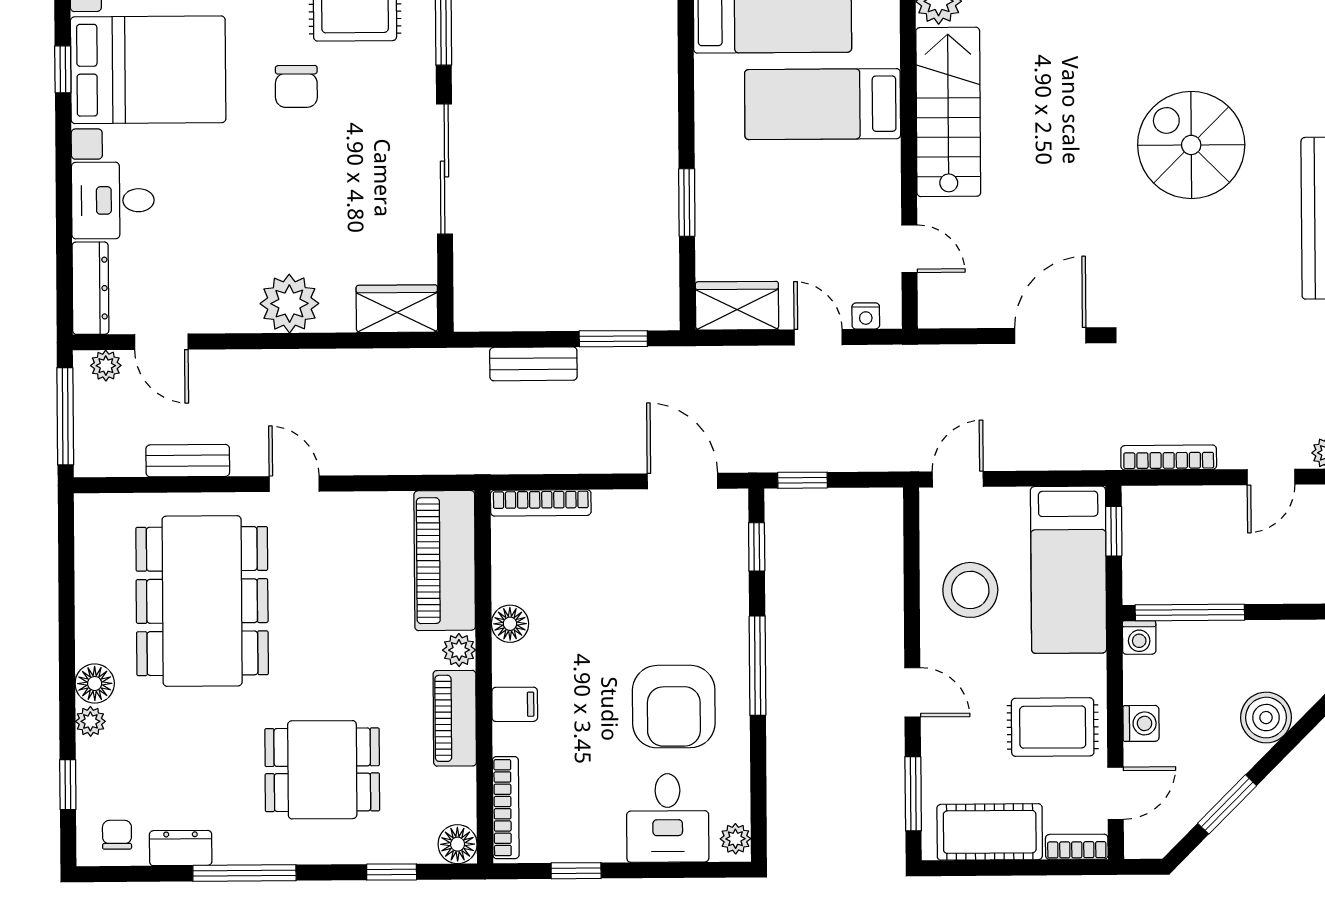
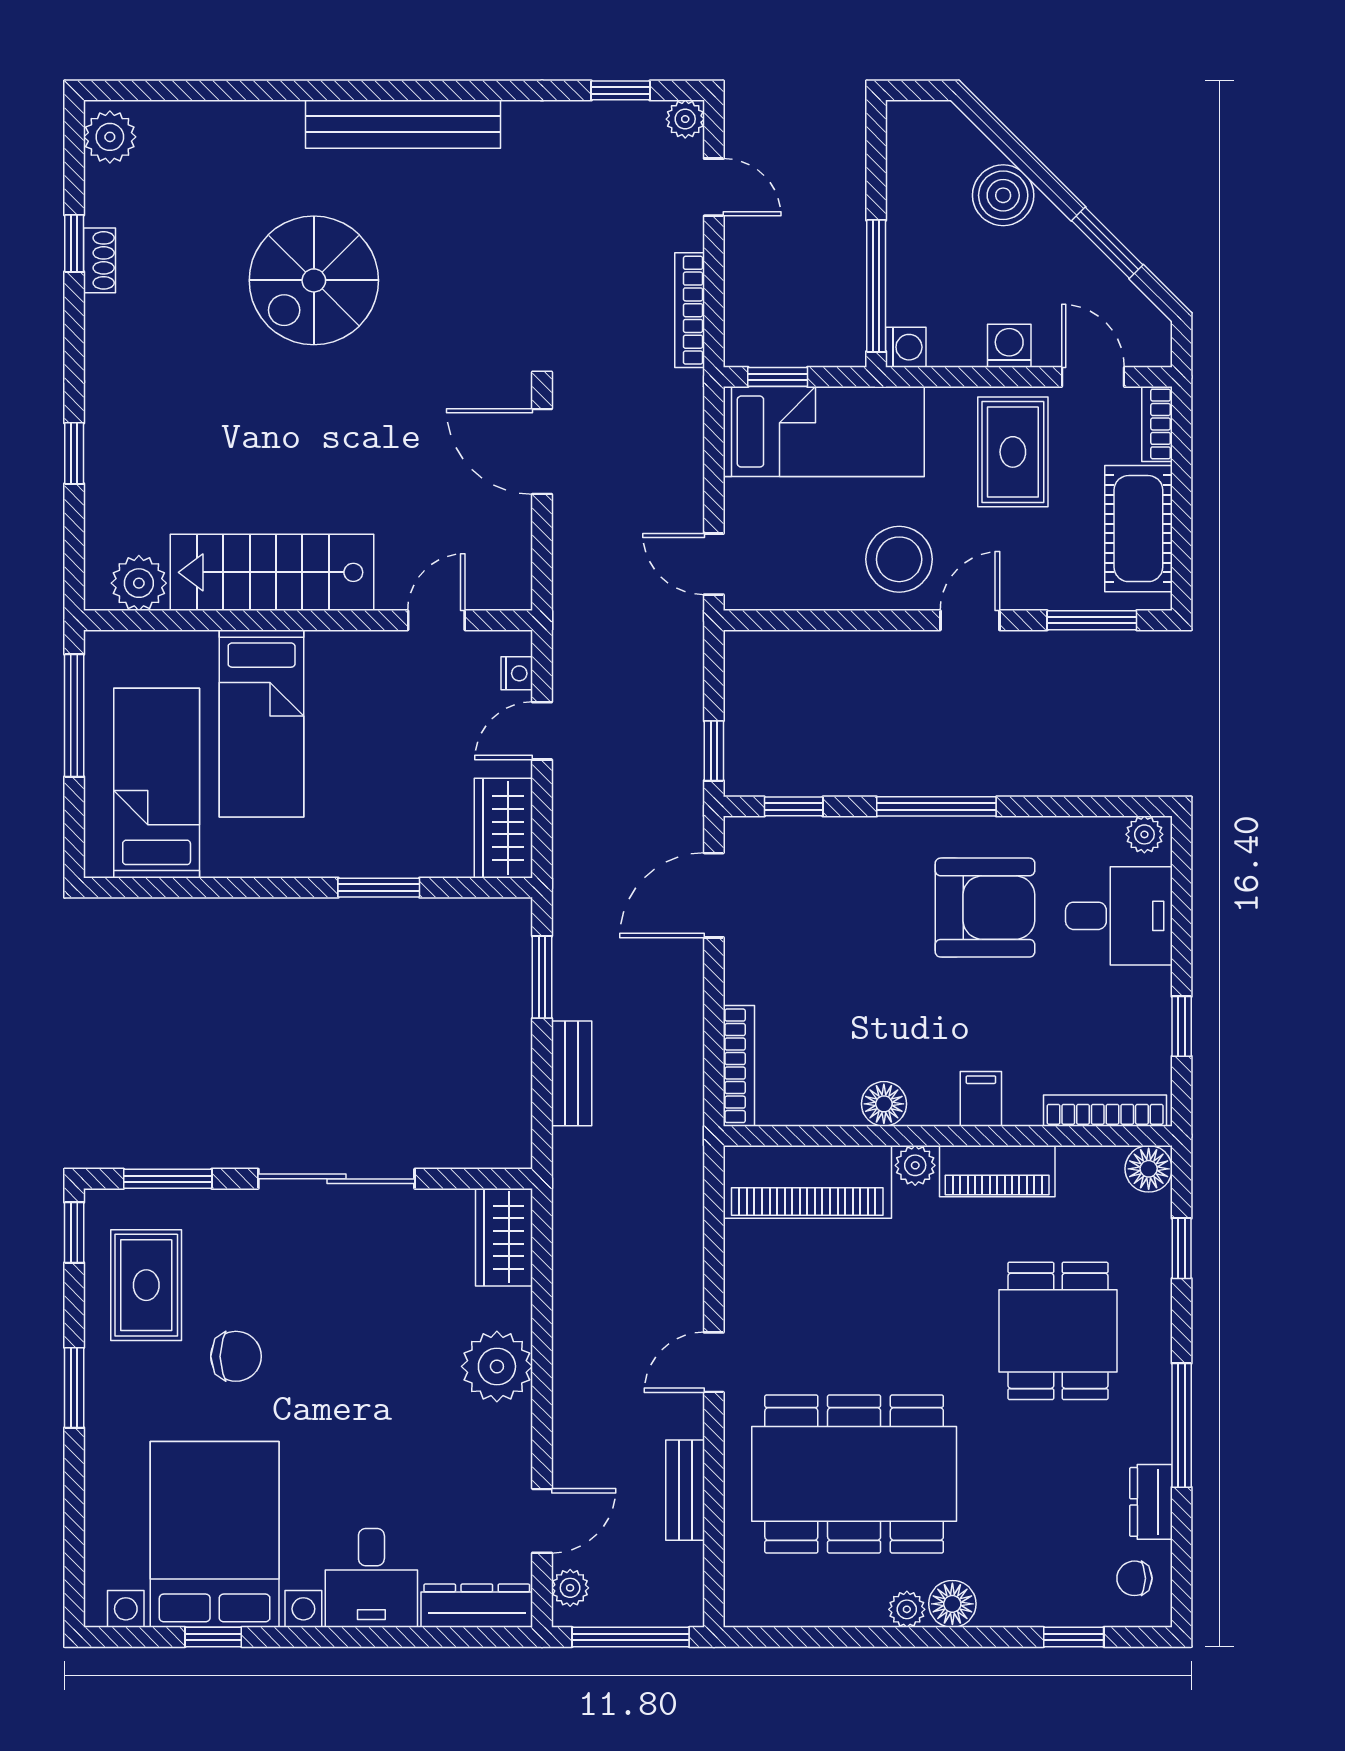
stool: (970, 590) -> (899, 559), moved
plant: (90, 721) -> (907, 1609), moved

